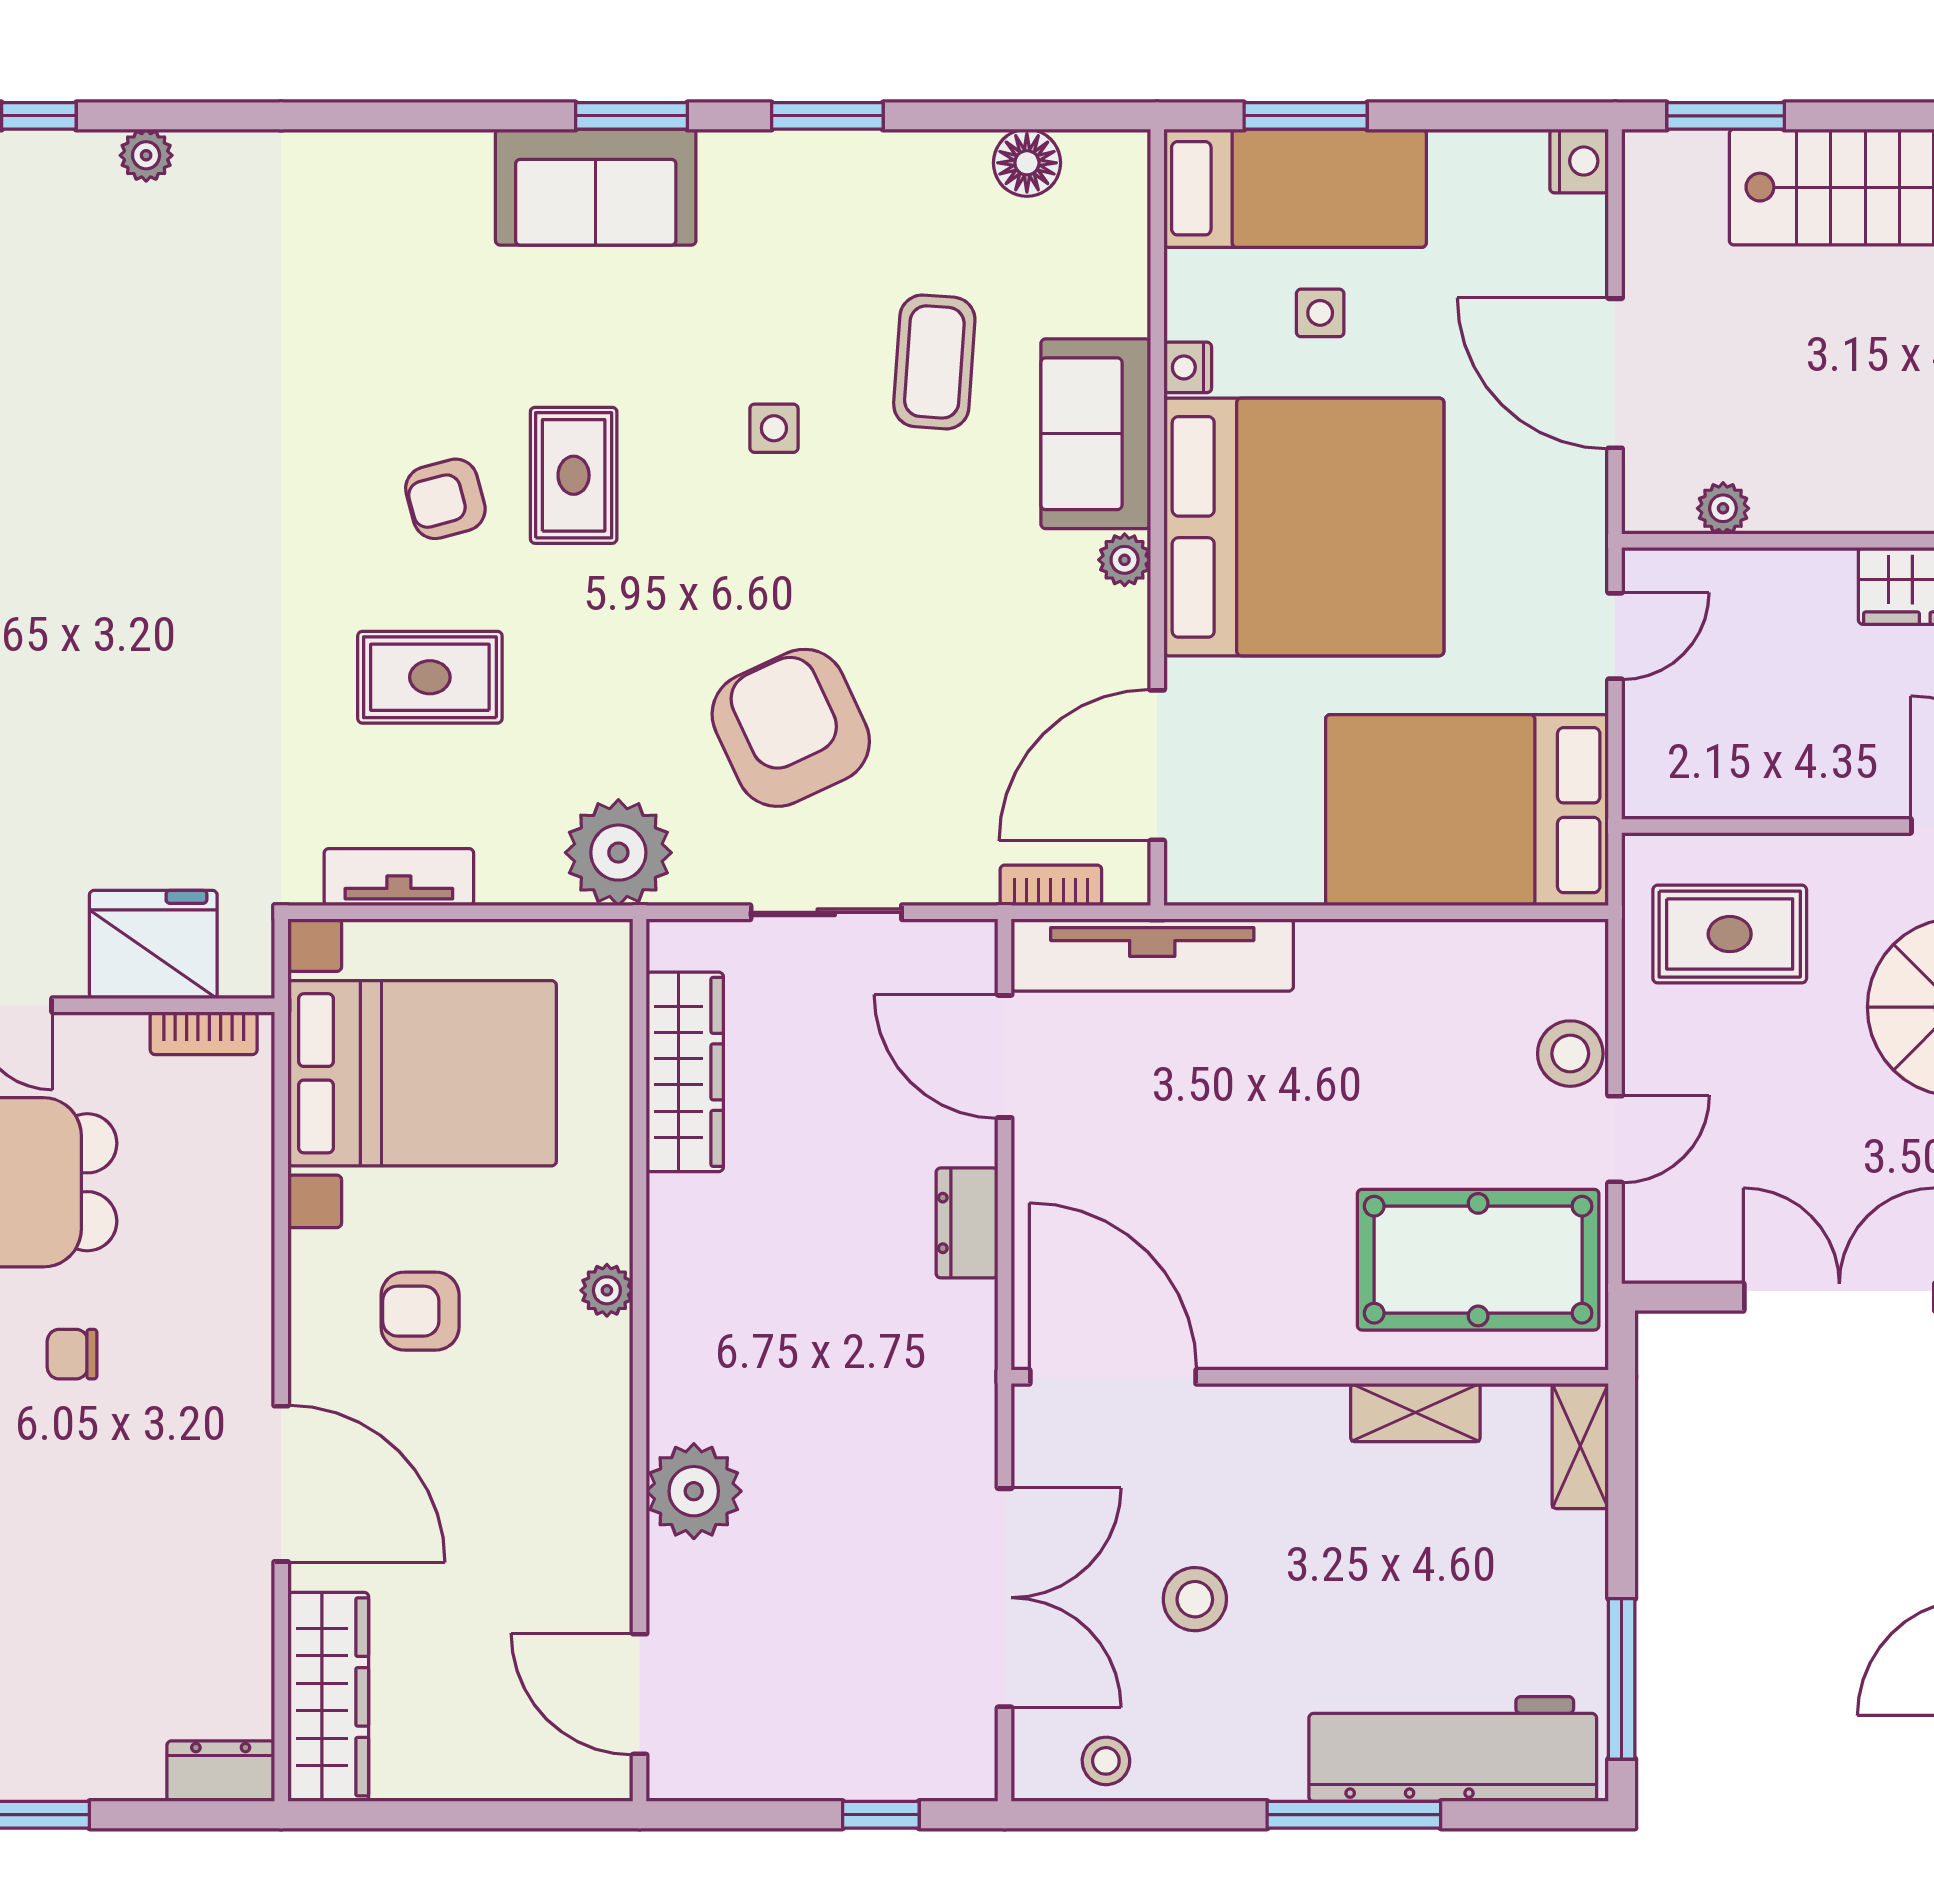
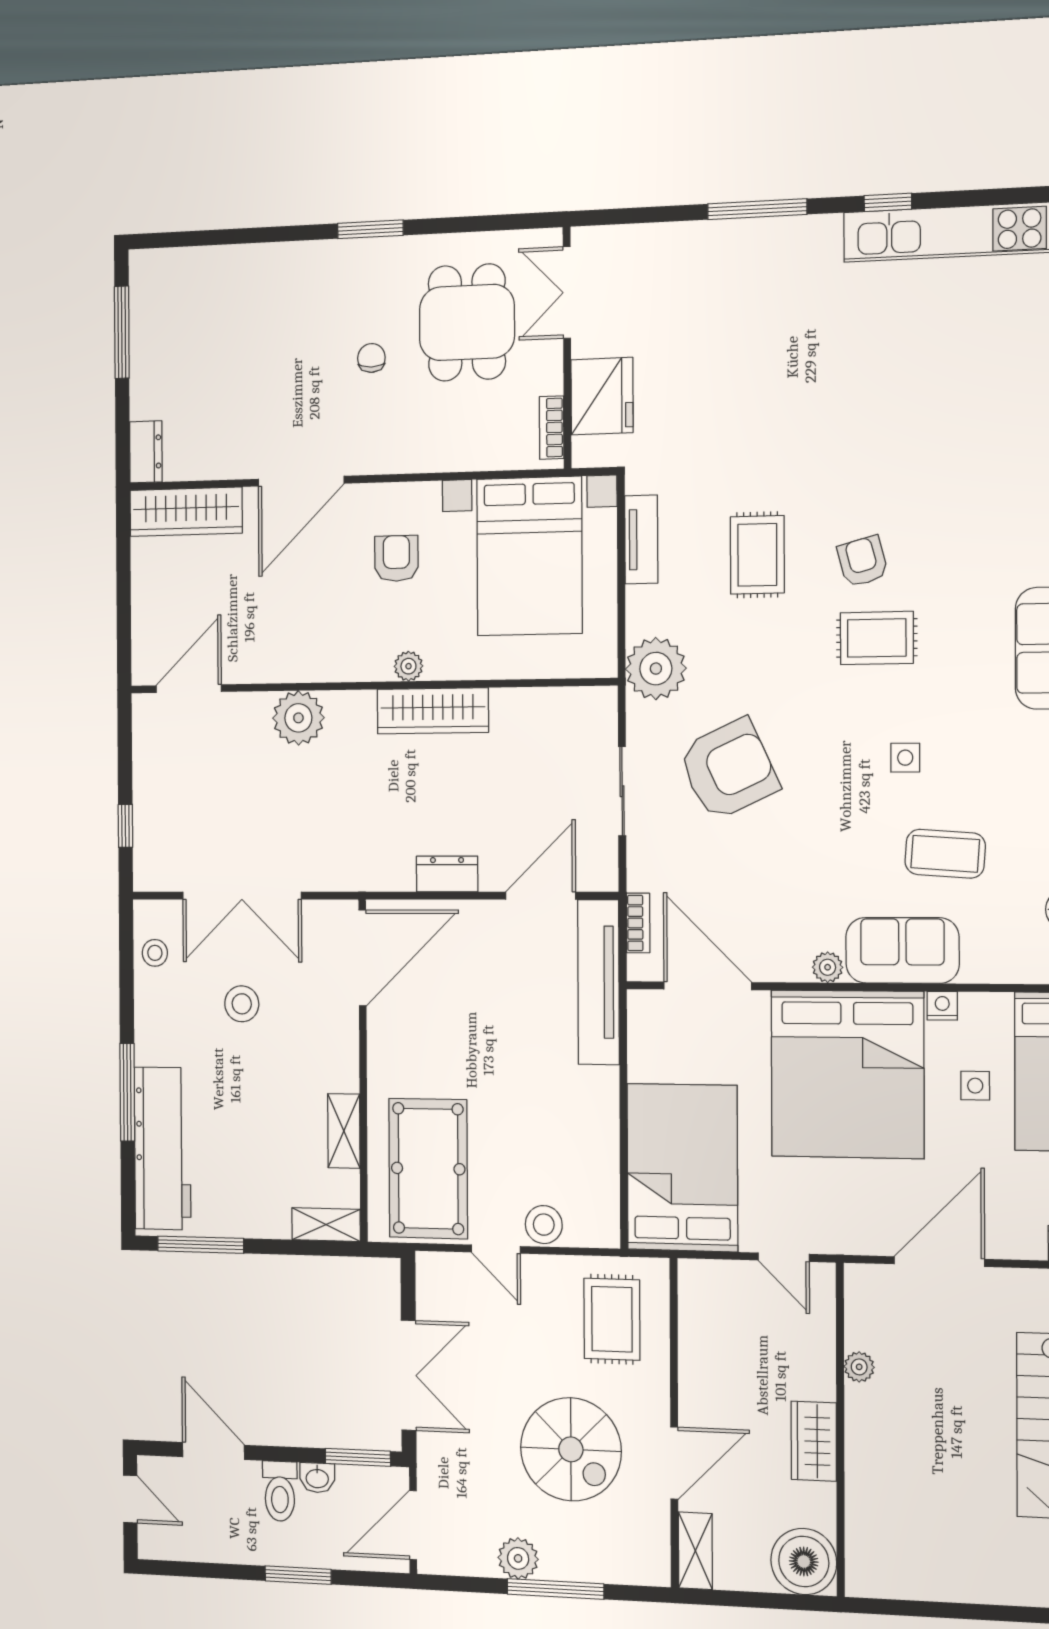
plant: (1723, 508) -> (859, 1367), moved
wardrobe: (685, 1072) -> (433, 711), moved

